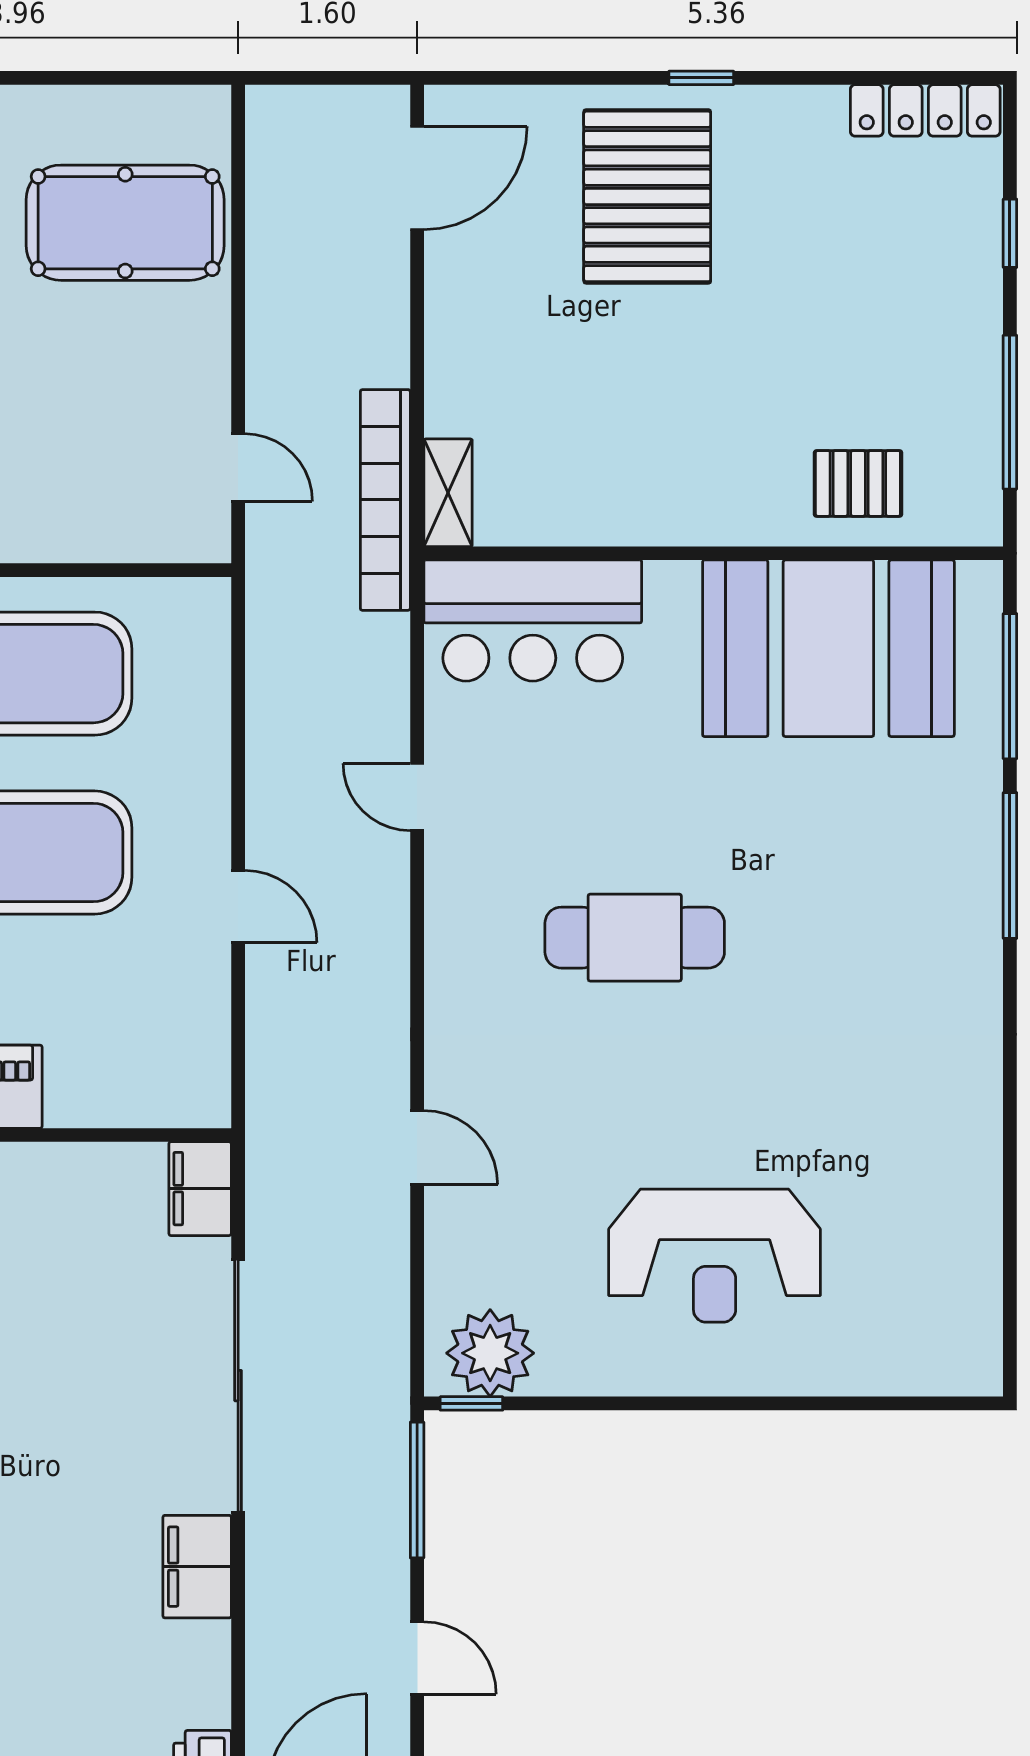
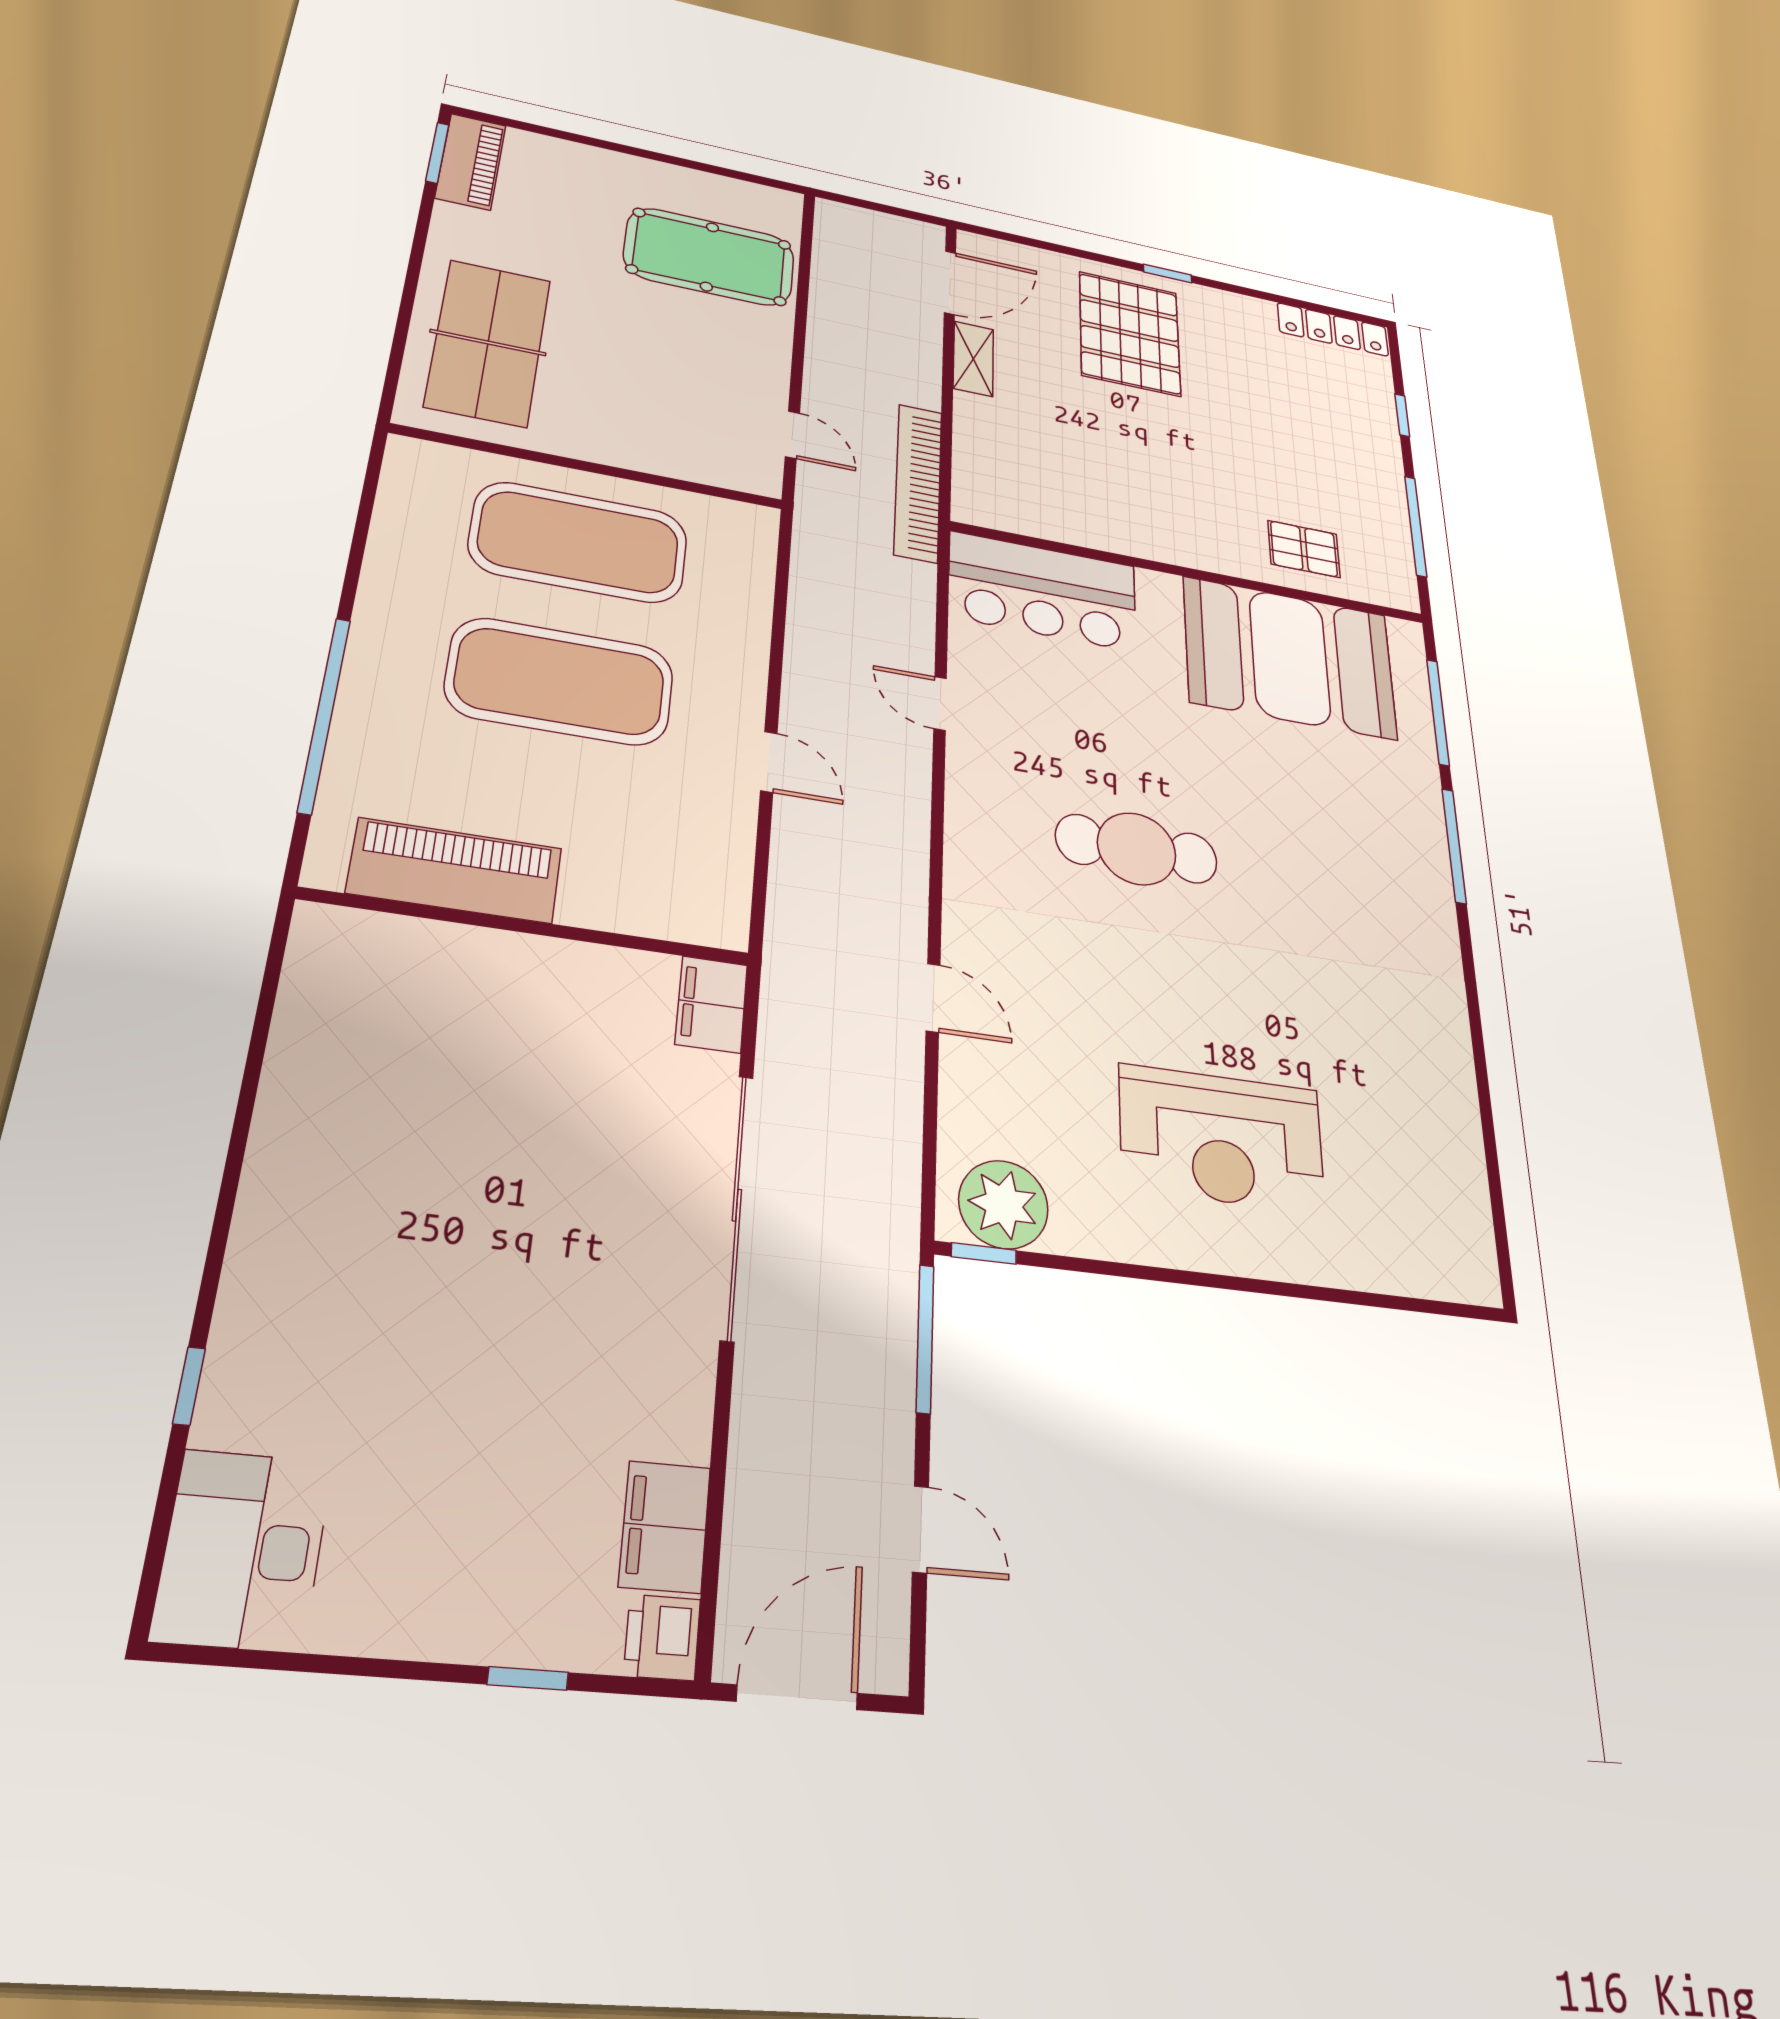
shelving: (448, 493) -> (973, 359), moved
filing cabinet: (197, 1567) -> (665, 1527), moved

